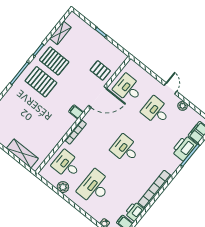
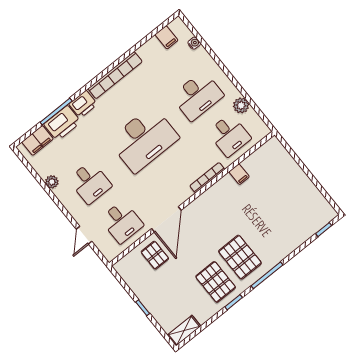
shelving: (60, 33) -> (184, 331), moved
door: (170, 88) -> (84, 235), moved
door: (98, 97) -> (166, 219), swing flipped
filing cabinet: (76, 112) -> (239, 174), moved
desk: (125, 149) -> (144, 139), width x1.87, depth x1.30
shelving: (22, 153) -> (287, 164), removed
printer: (134, 211) -> (83, 104), moved

